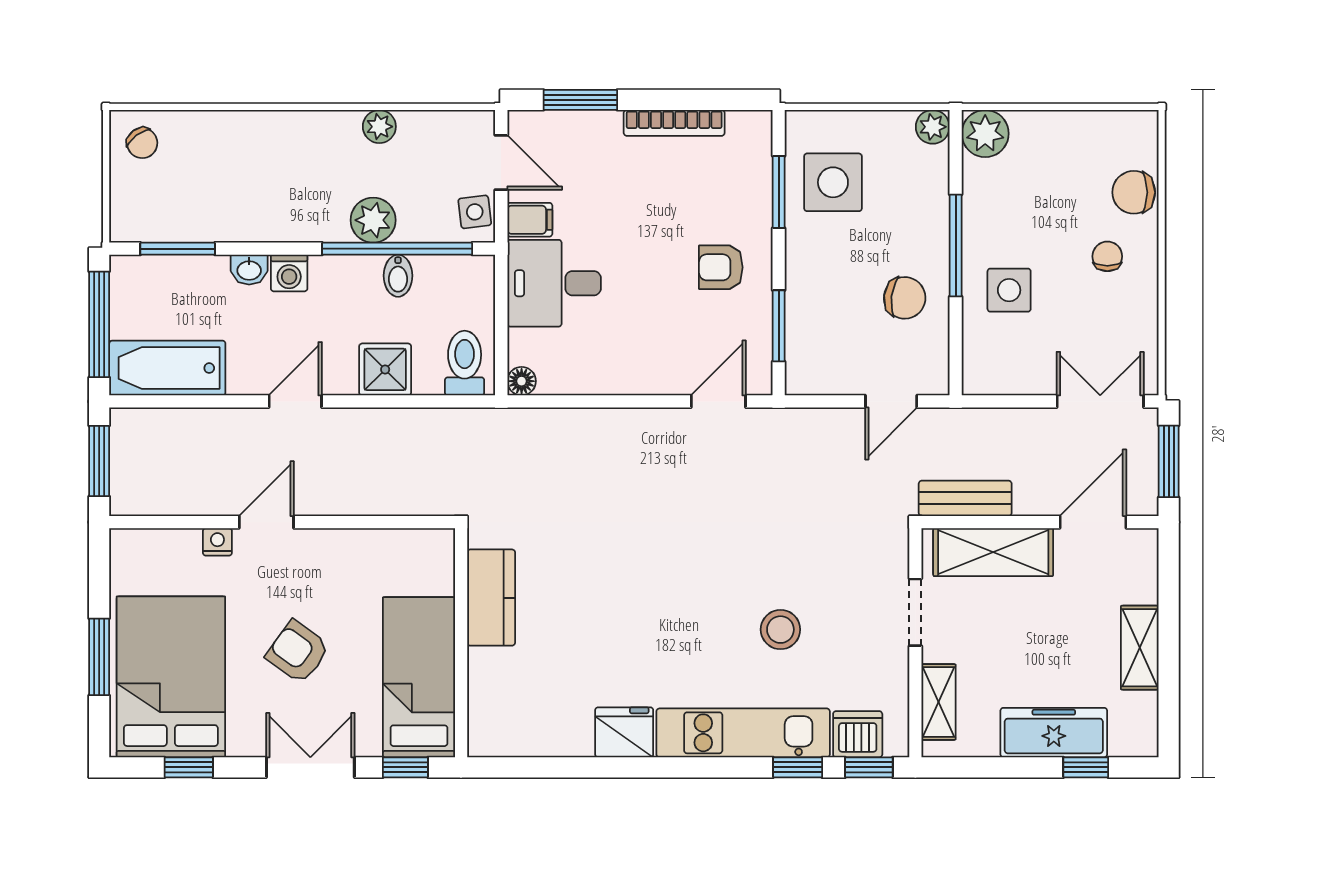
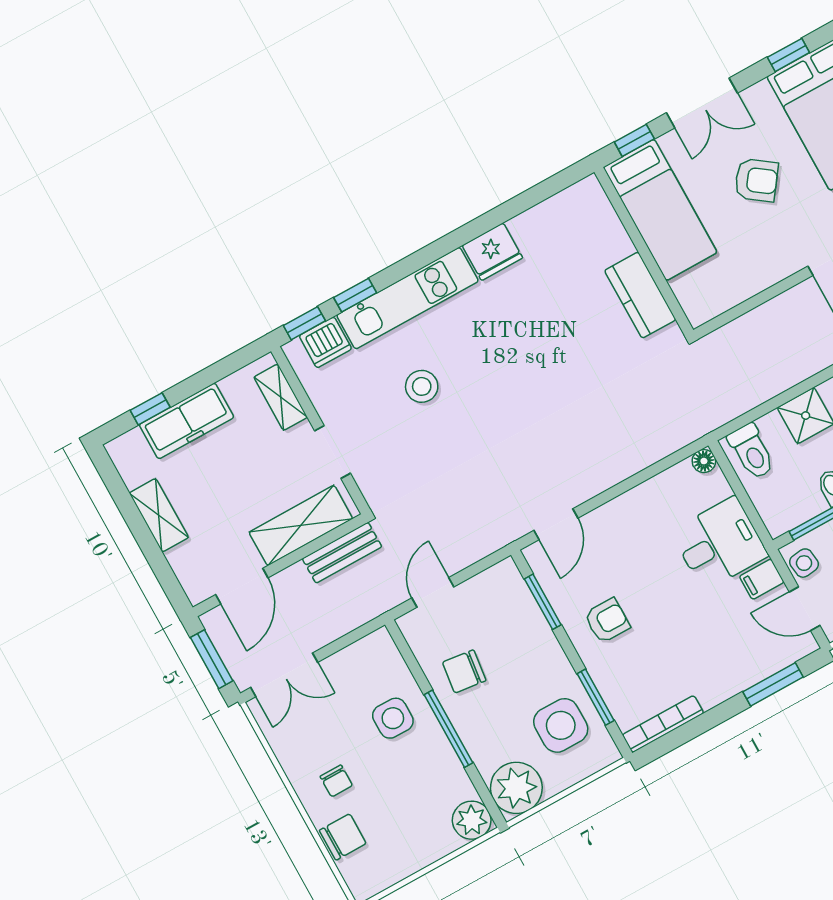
bookcase: (674, 123) -> (663, 724), moved
plant: (933, 127) -> (516, 788), width x1.88, depth x1.88

